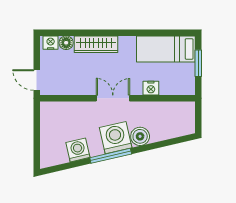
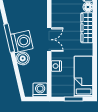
washing machine: (78, 150) -> (40, 90), moved, turned -77

